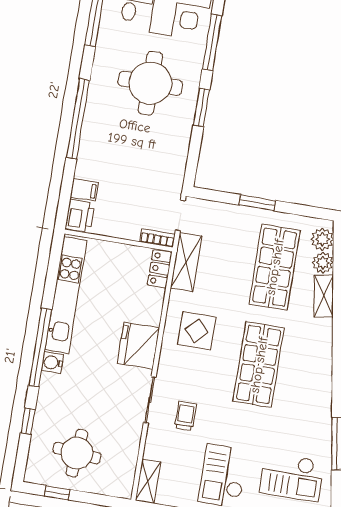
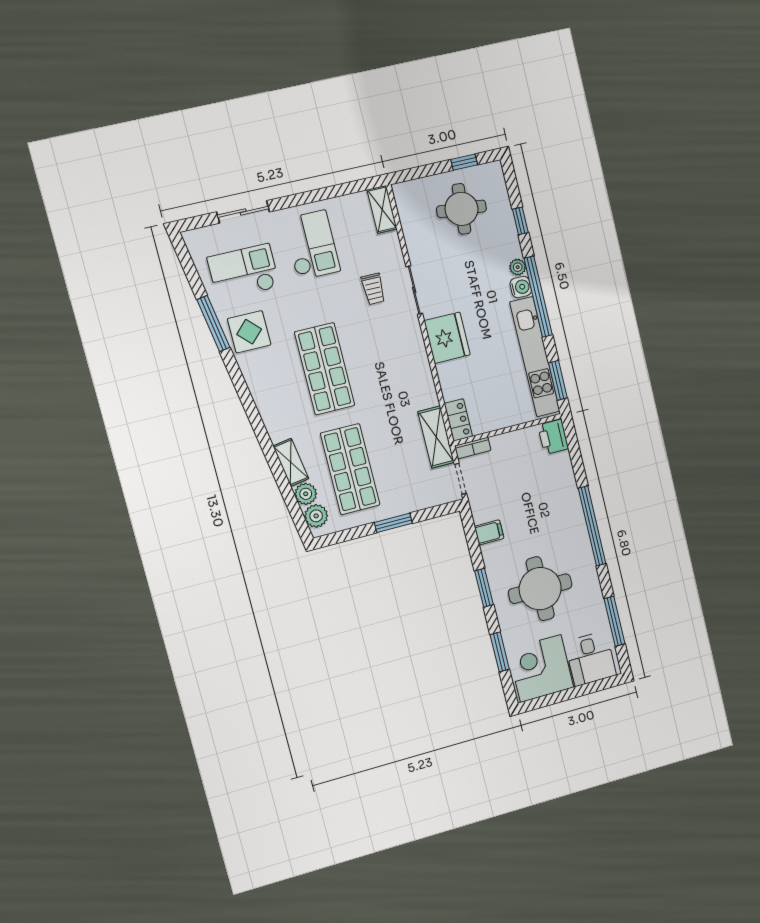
window: (212, 42) -> (500, 652), width x0.69
filing cabinet: (84, 190) -> (489, 532), moved, turned 180
window: (54, 265) -> (558, 380), added
display table: (197, 331) -> (249, 332), moved
plant: (48, 381) -> (518, 267), added

